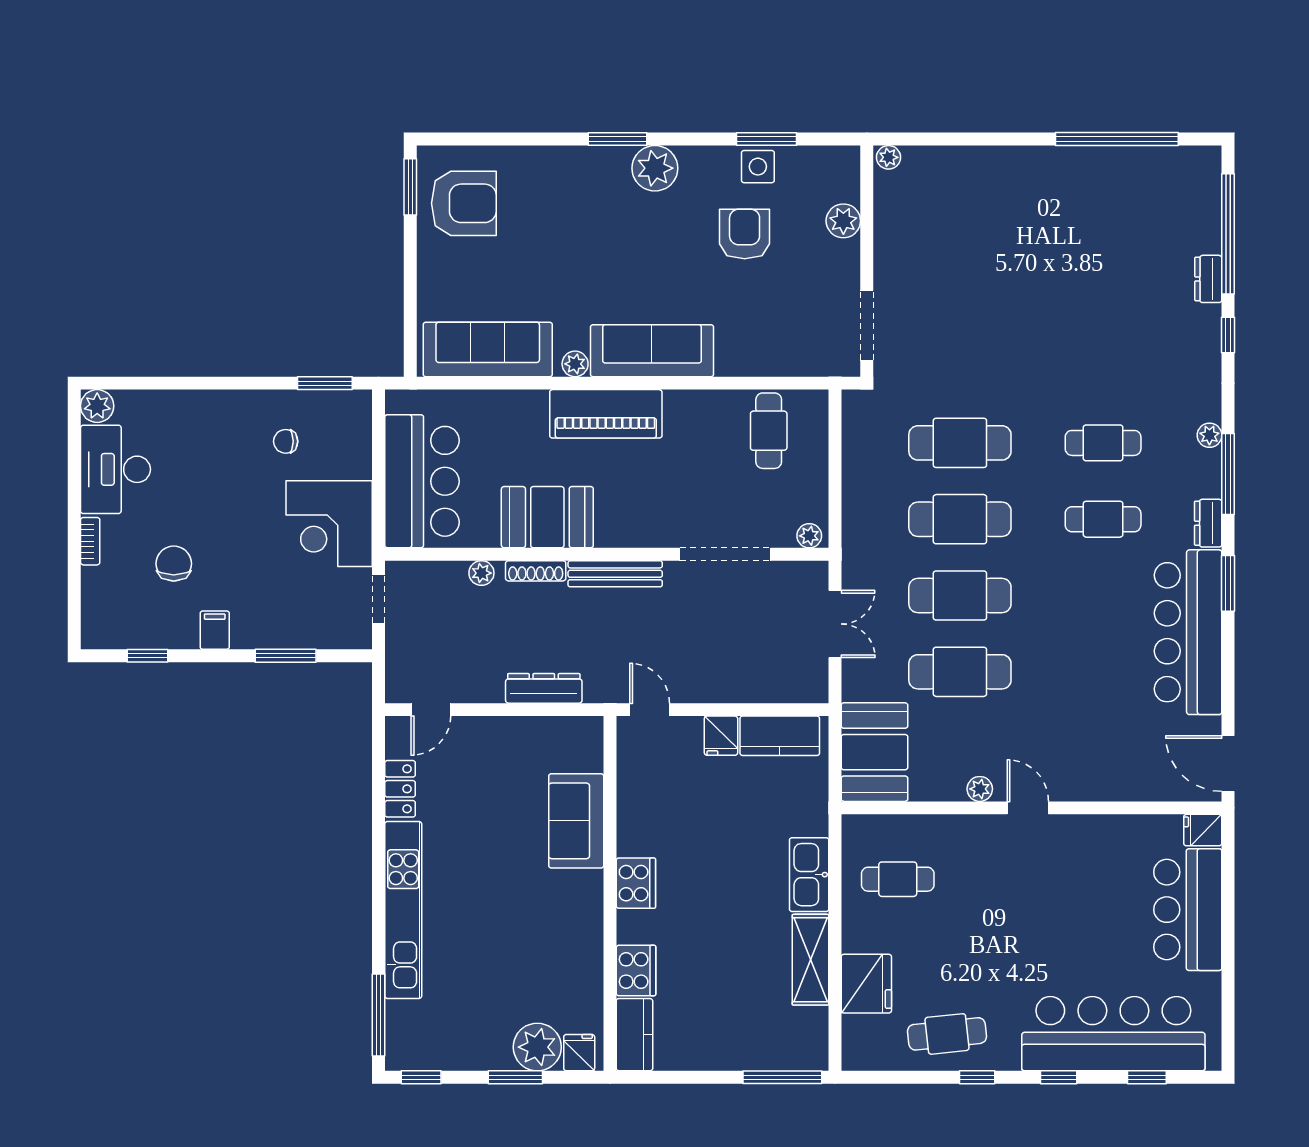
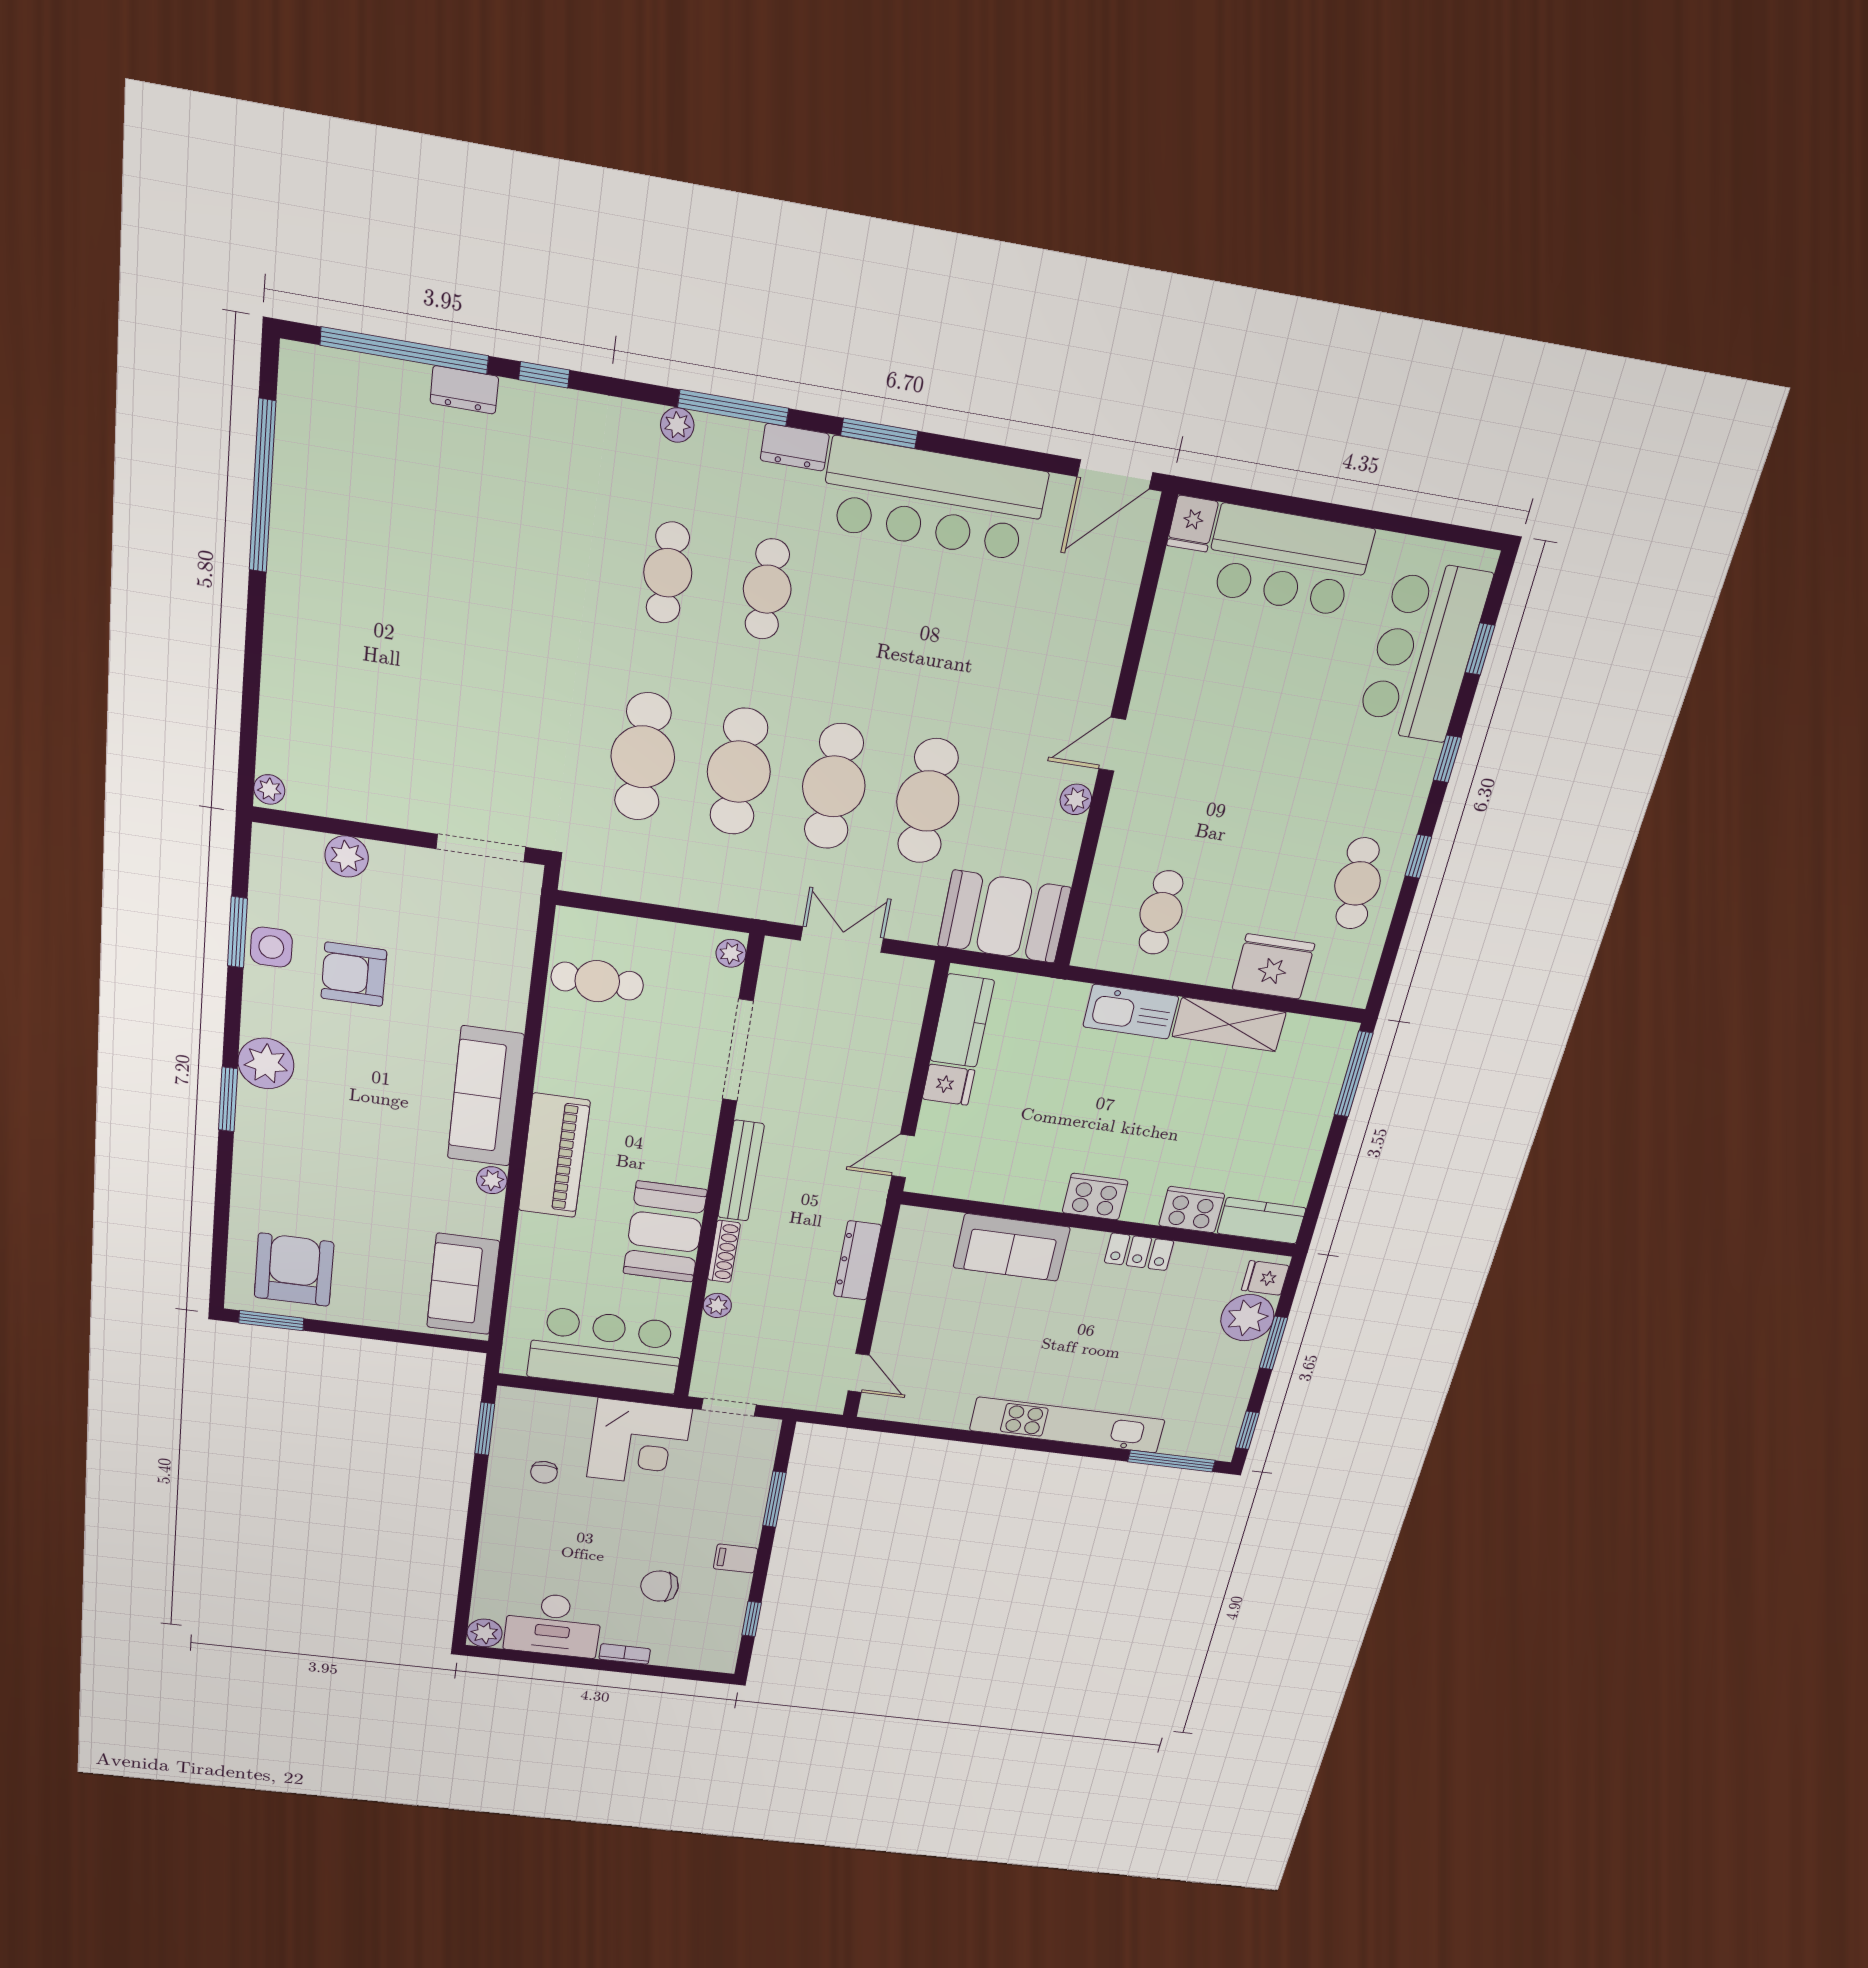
sofa: (488, 349) -> (463, 1284), width x0.73
locker: (400, 789) -> (1139, 1252), moved, turned 180
bar counter: (1113, 1034) -> (1424, 652), width x0.73

